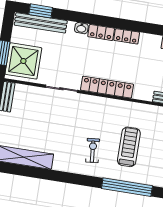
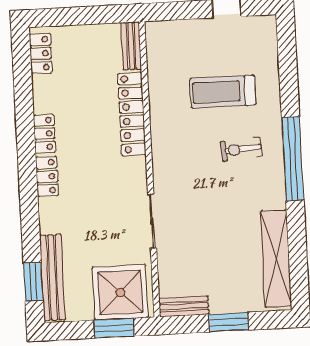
washbasin: (81, 28) -> (47, 210), removed
locker: (107, 87) -> (132, 114), moved
window: (127, 187) -> (293, 159), moved

